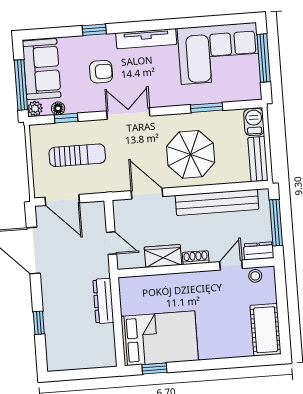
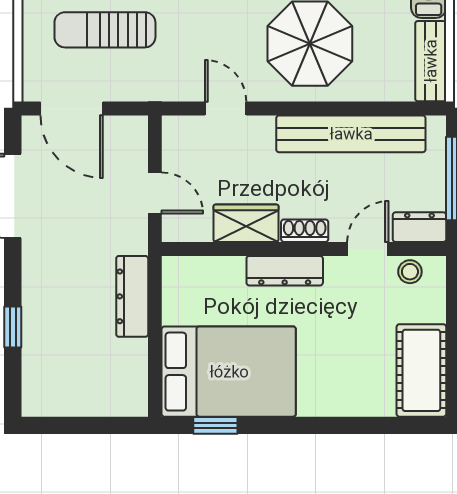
sun lounger: (77, 155) -> (105, 30), turned 180
door: (147, 194) -> (226, 108), width x0.73
dresser: (186, 281) -> (285, 271), added

